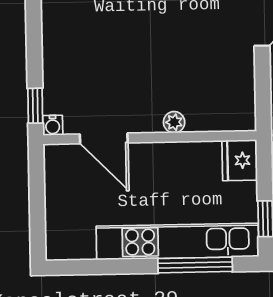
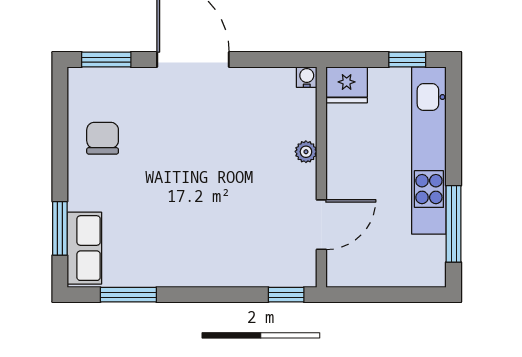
water cooler: (53, 125) -> (307, 77), moved, turned -90
window: (195, 265) -> (454, 224), moved

